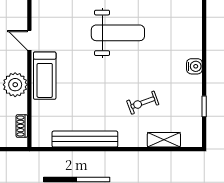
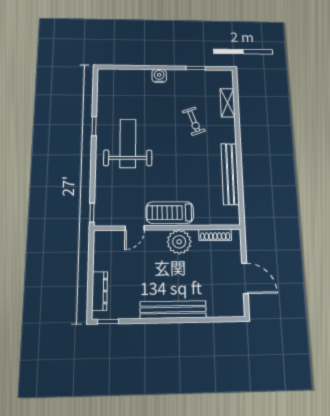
treadmill: (45, 76) -> (170, 213), turned 180
shoe rack: (22, 126) -> (215, 235), width x1.43

